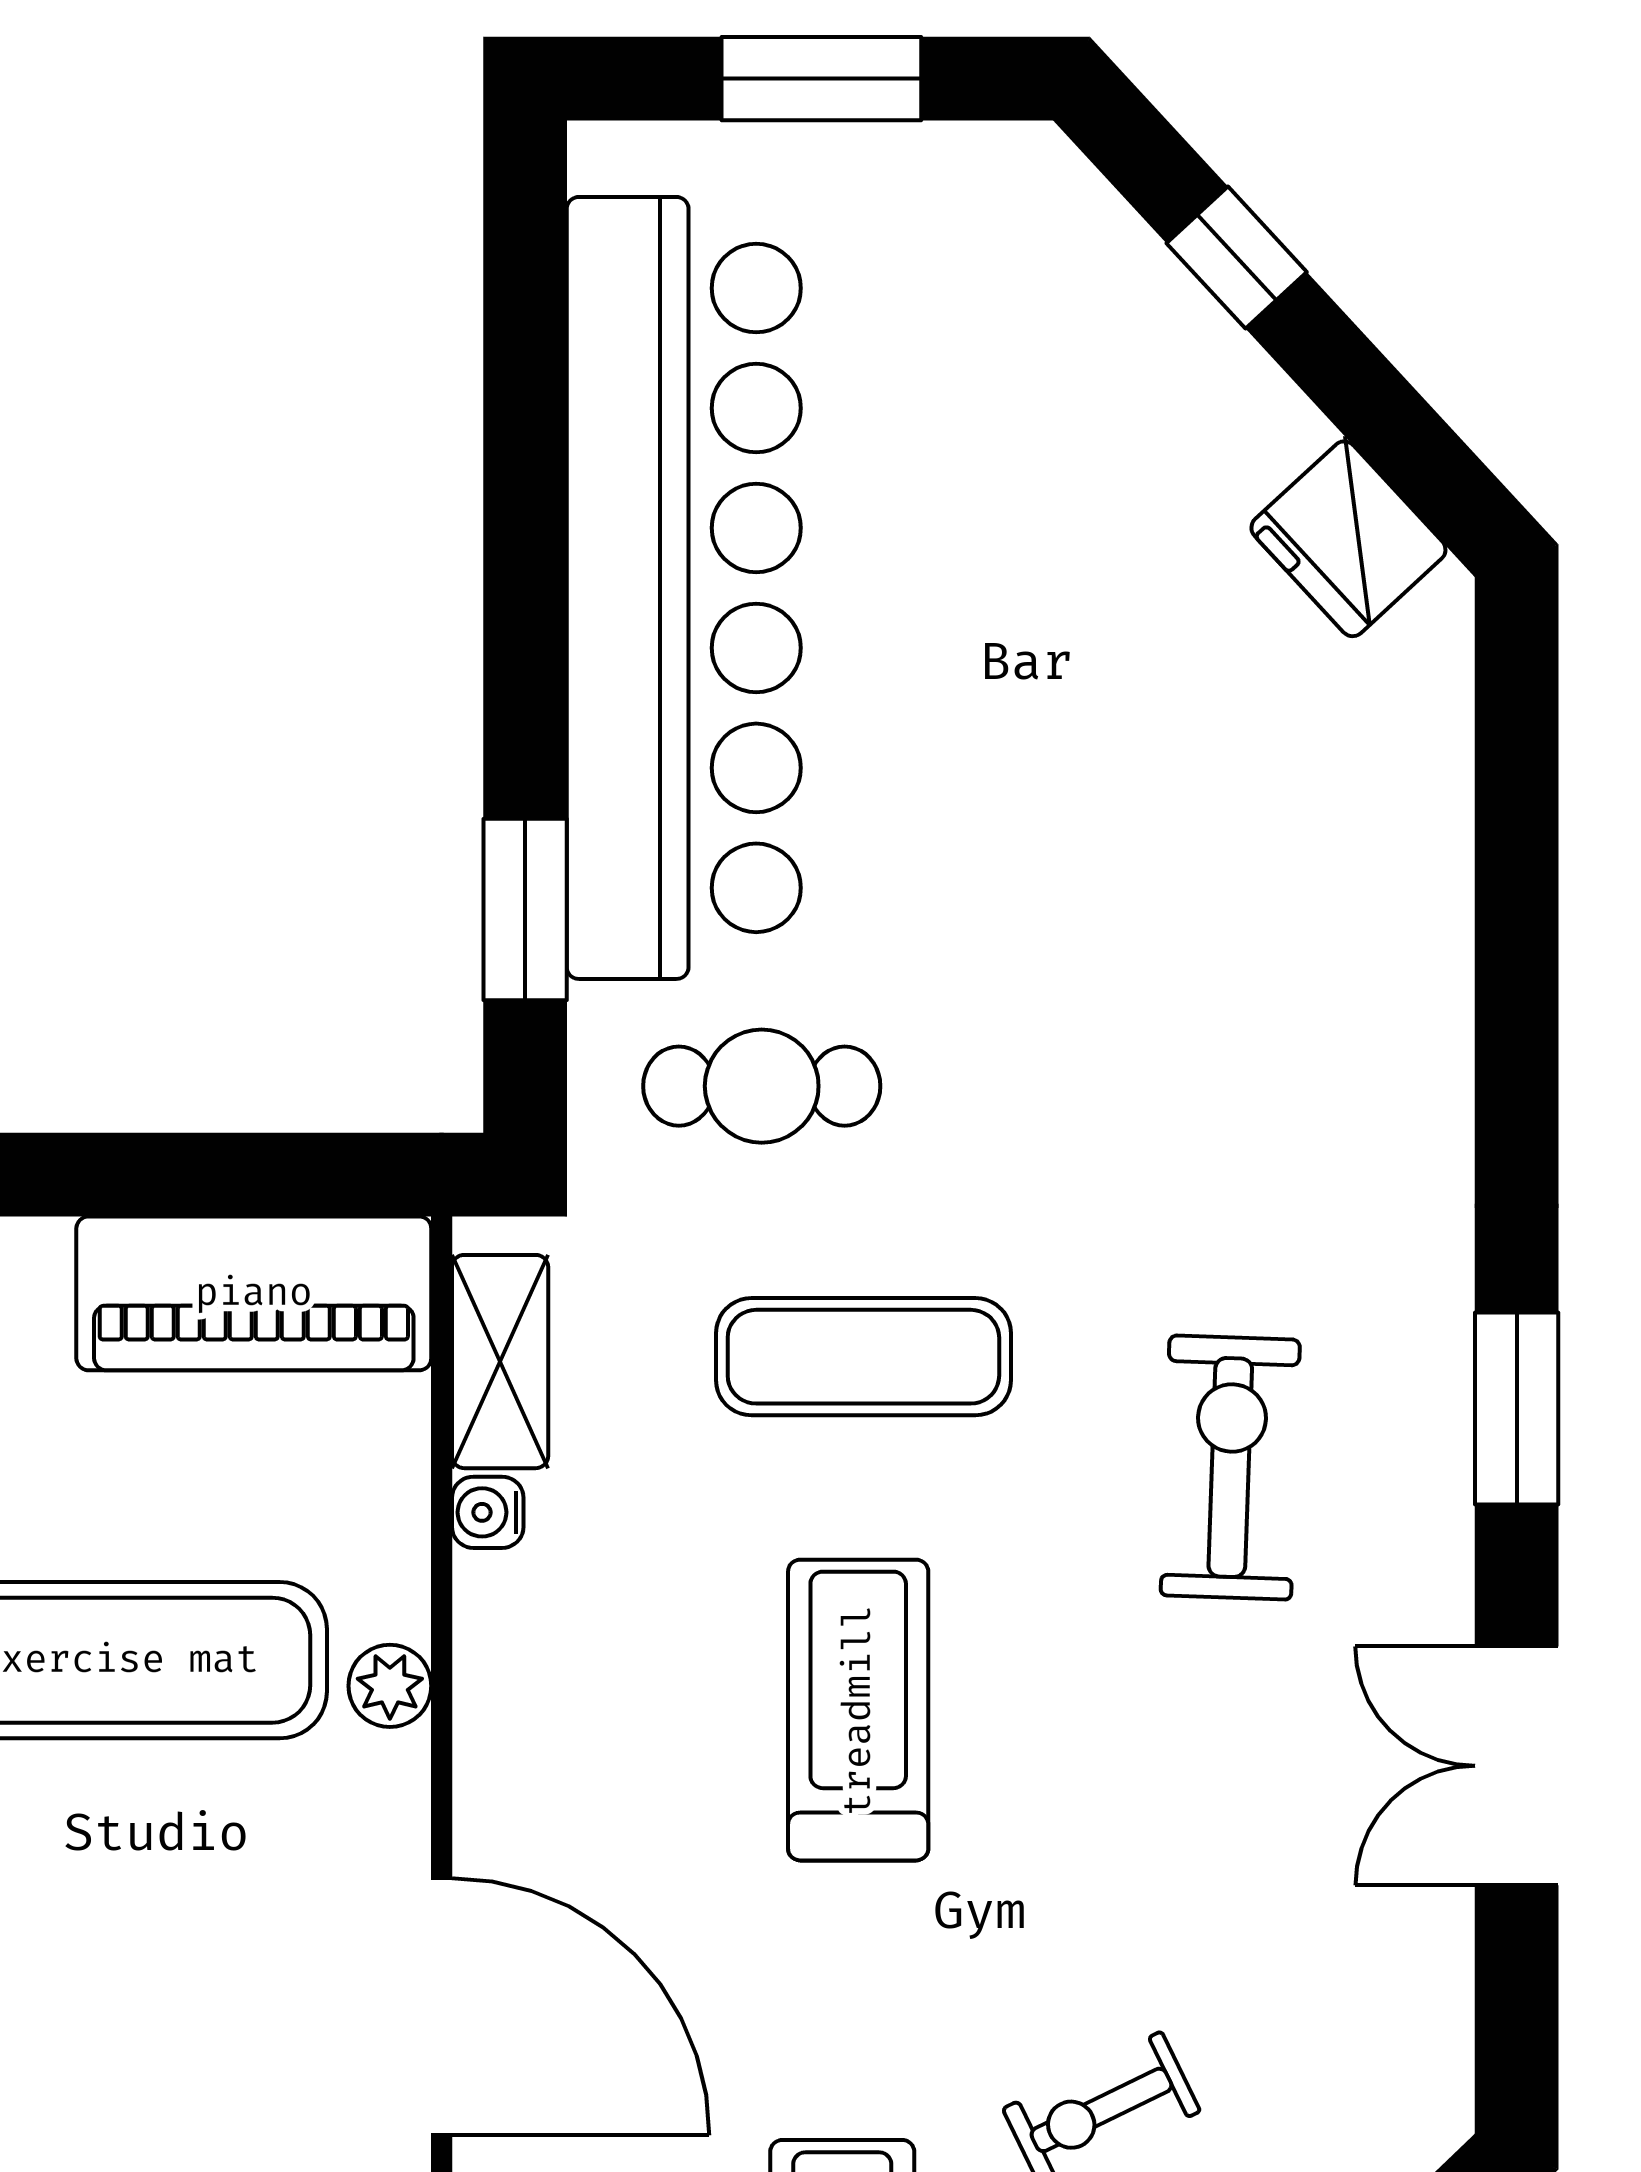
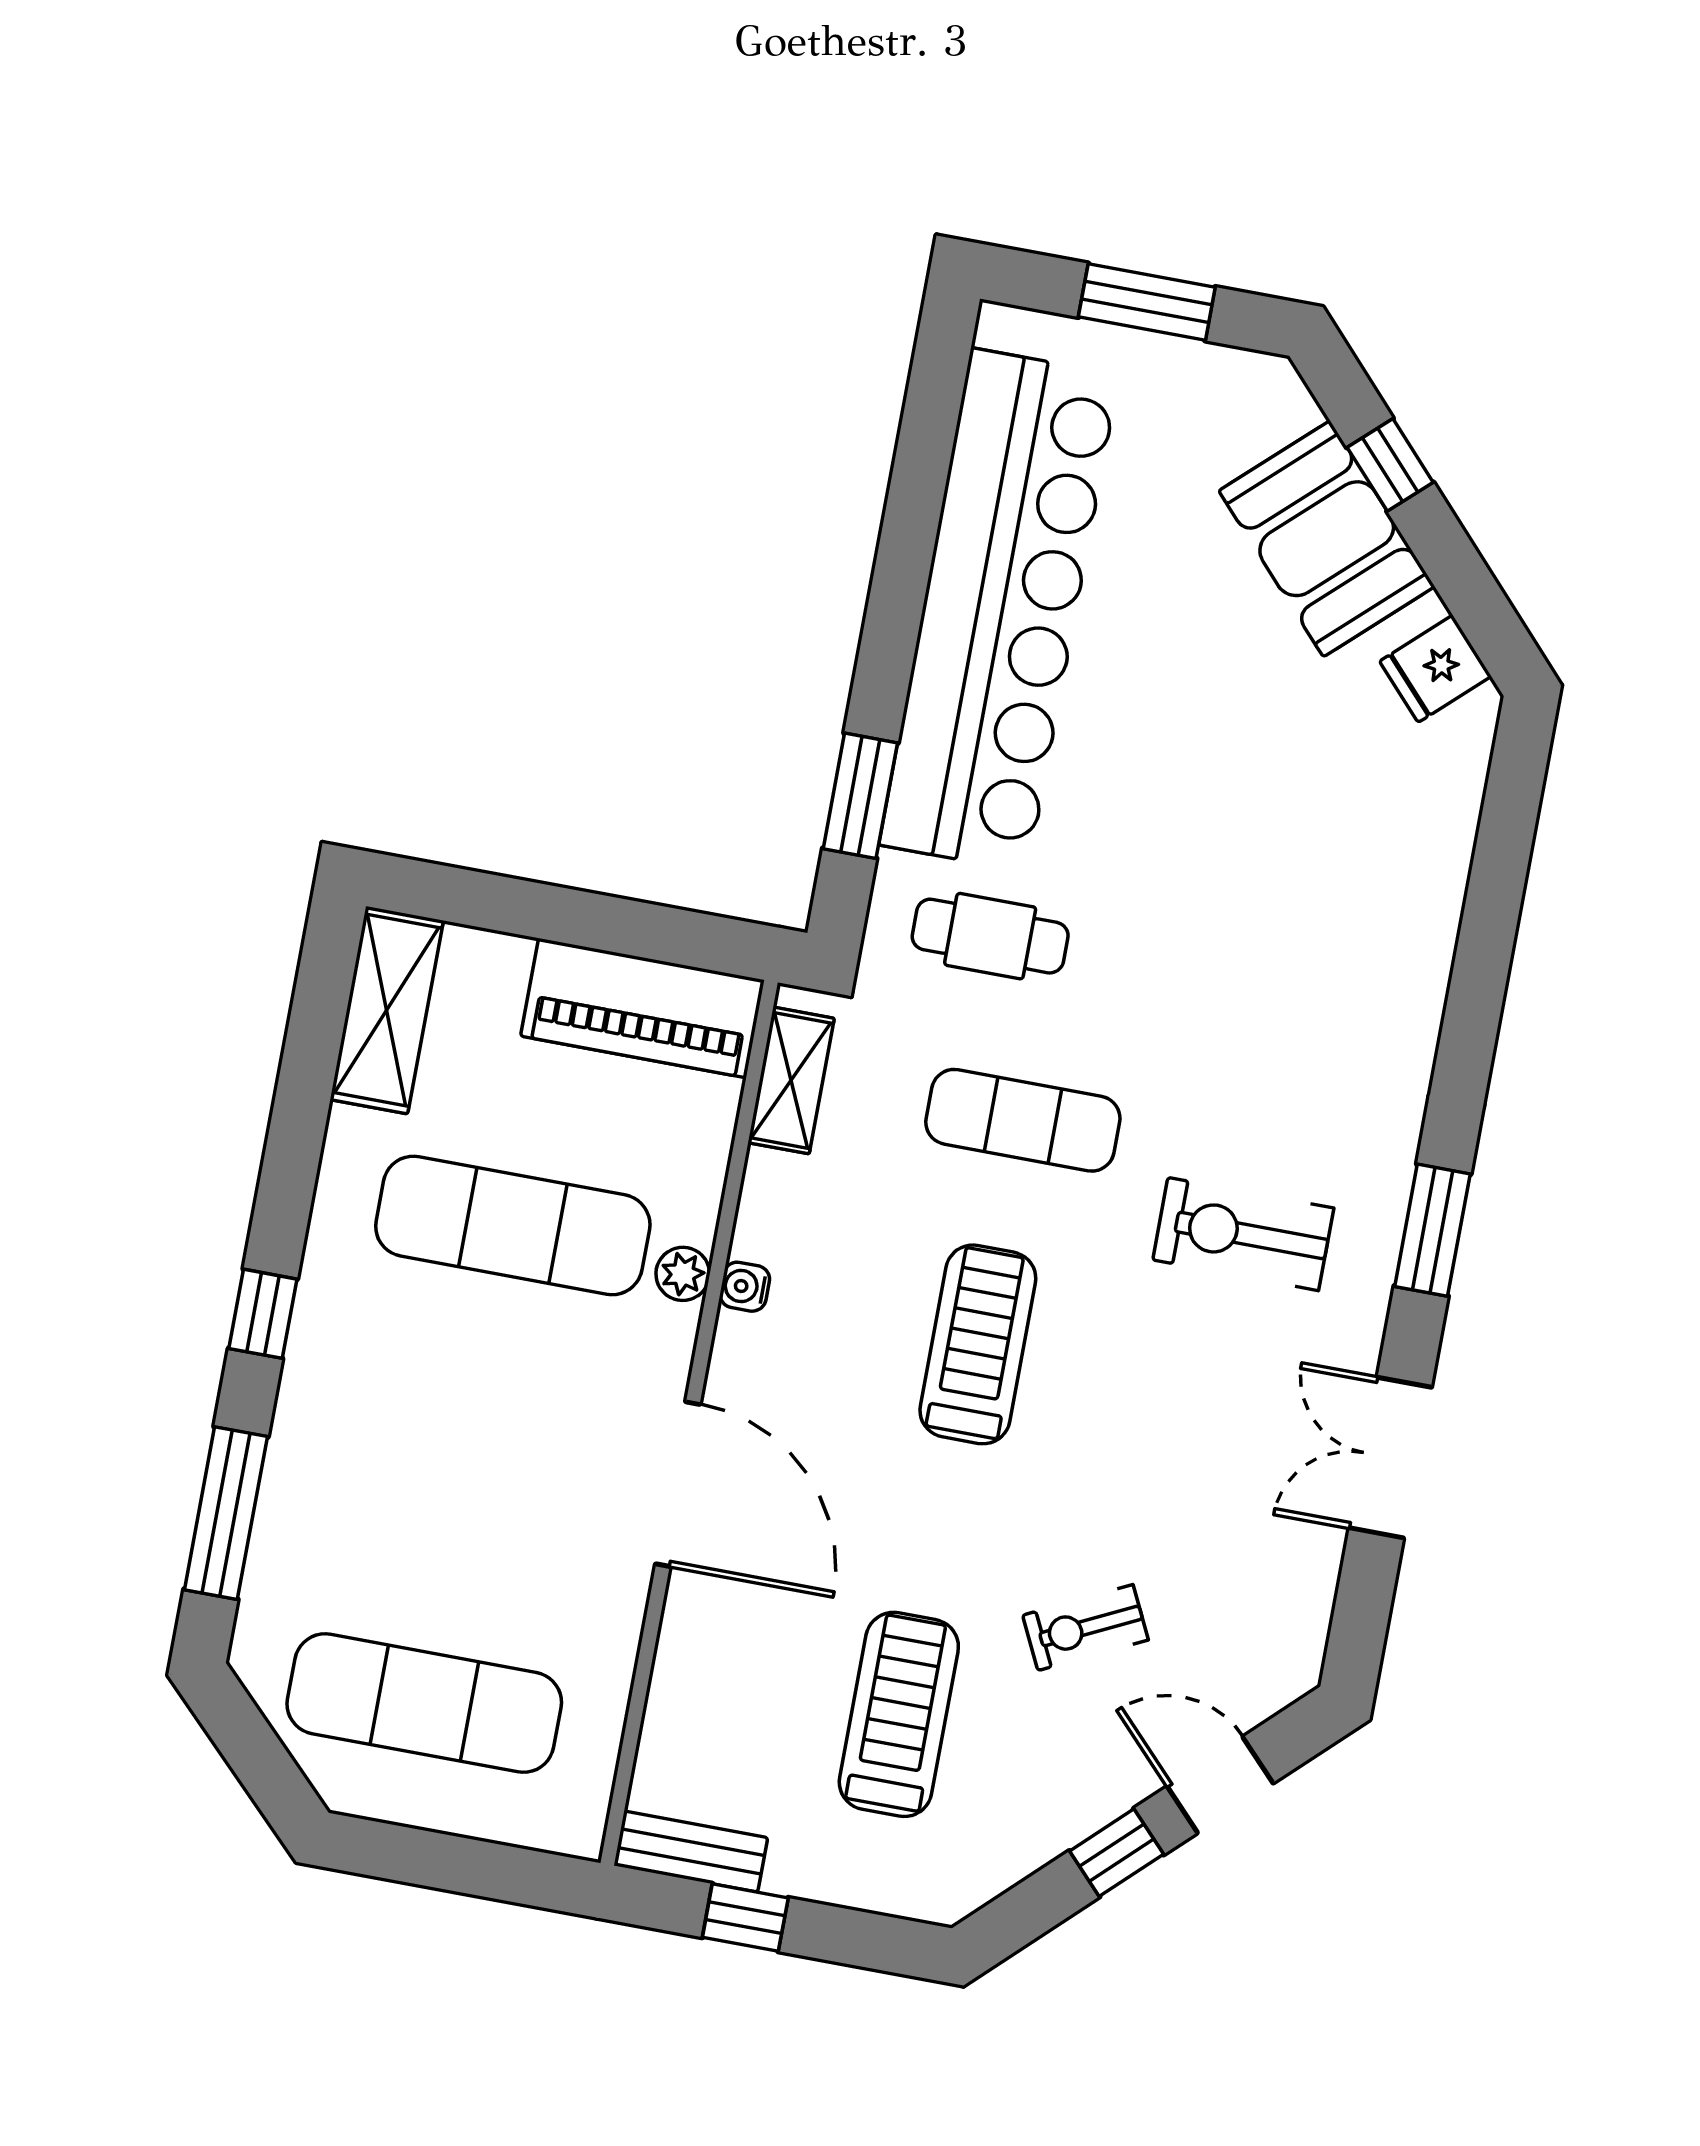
booth: (1161, 388) -> (1327, 539), added
fridge: (1348, 539) -> (1435, 669), width x0.72
exercise bike: (1230, 1467) -> (1243, 1234), turned -92
water cooler: (488, 1512) -> (745, 1287), moved

